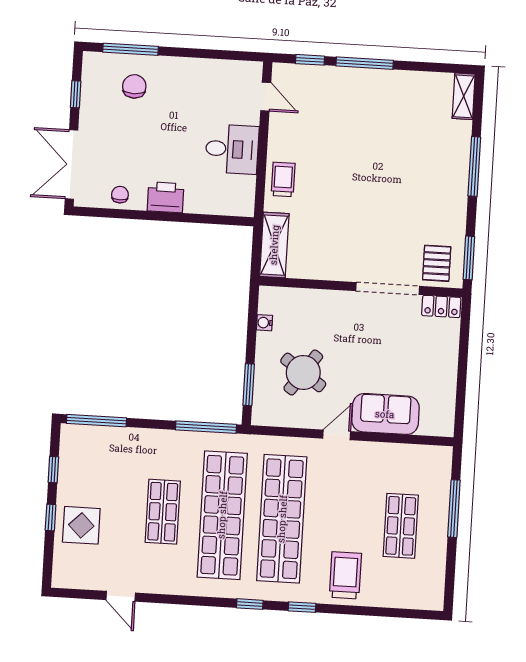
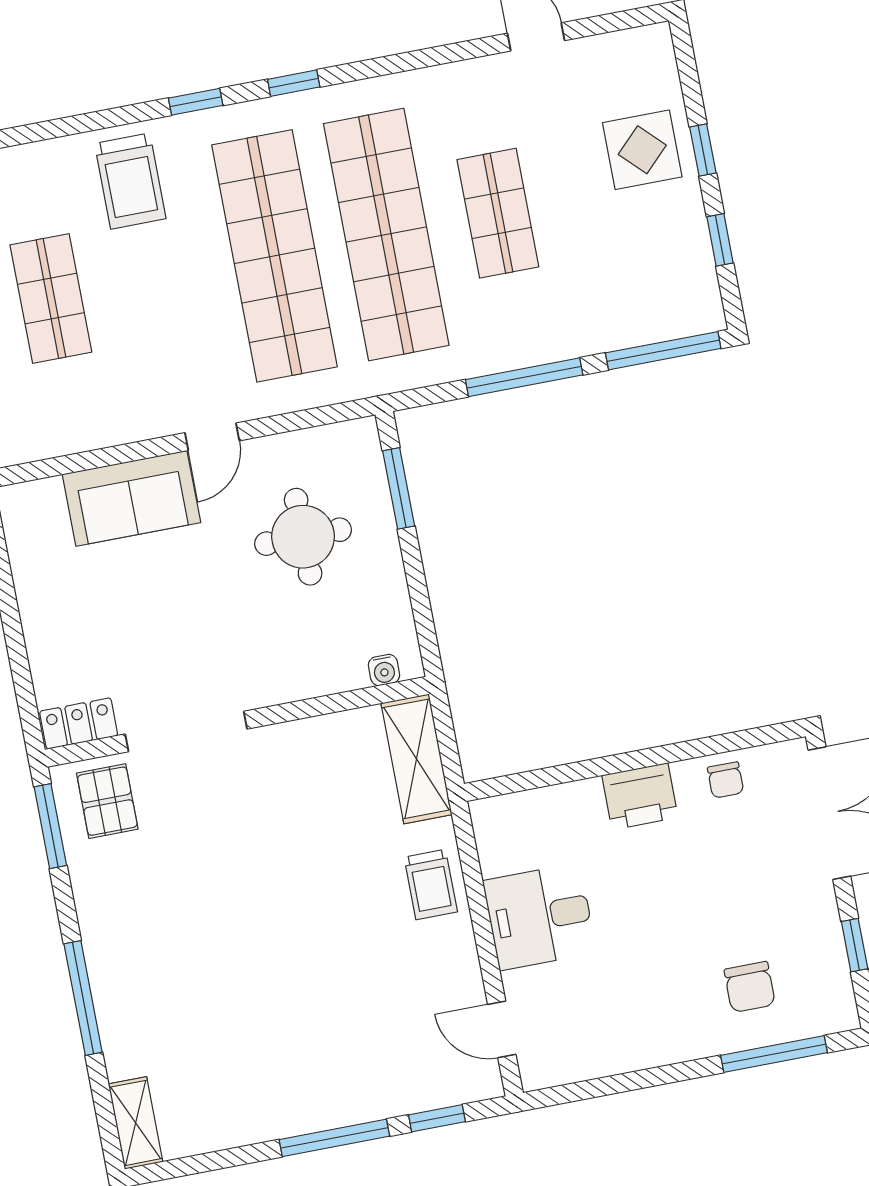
water cooler: (264, 323) -> (384, 670), moved, turned 90
round table: (303, 372) -> (303, 537), turned -35
window: (206, 427) -> (524, 377), moved

